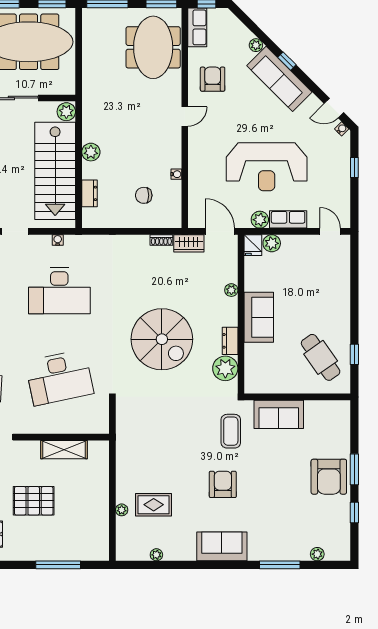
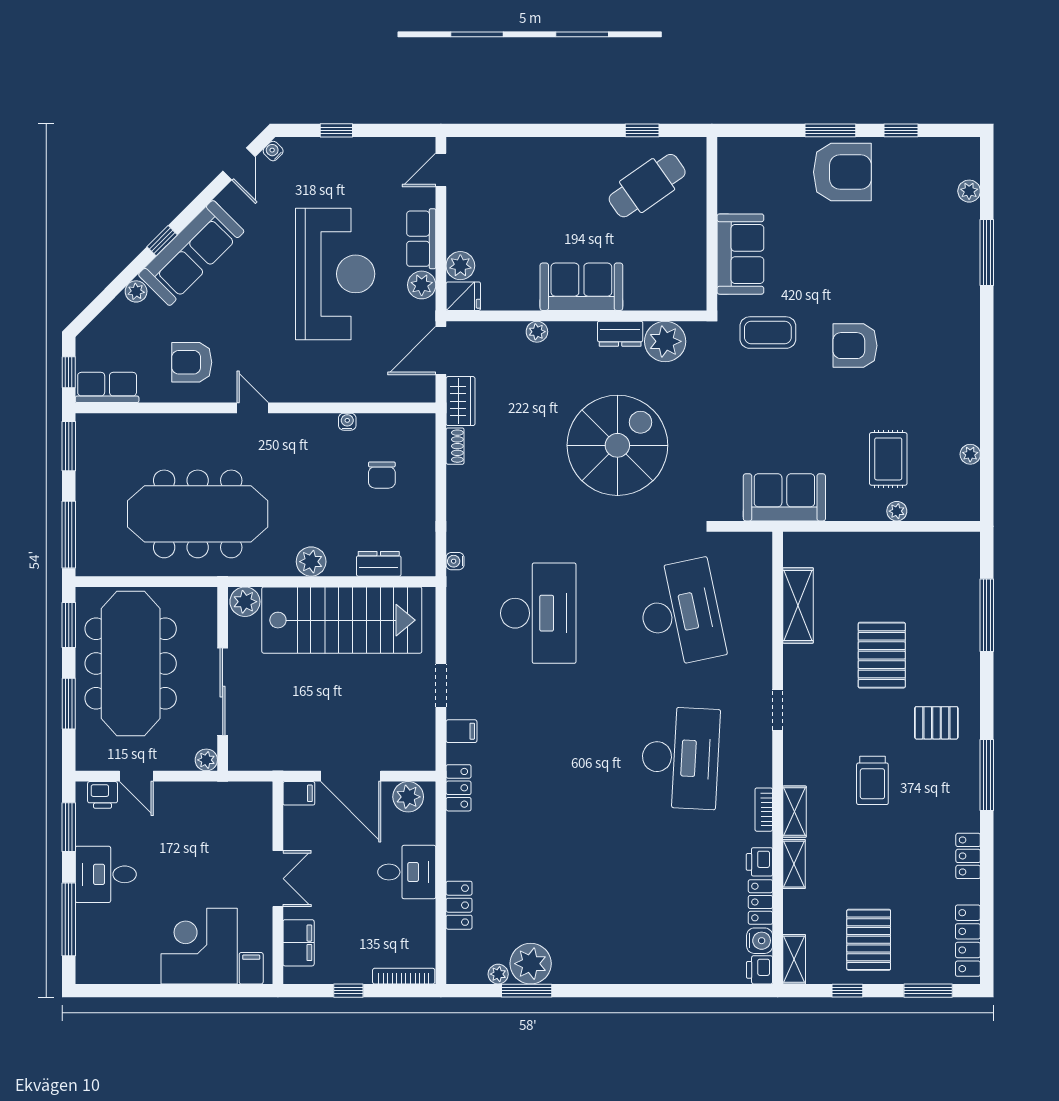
meeting table: (153, 47) -> (198, 514), moved, width x1.36
water cooler: (58, 240) -> (455, 561), moved
sofa: (222, 546) -> (784, 497), moved, turned 90

